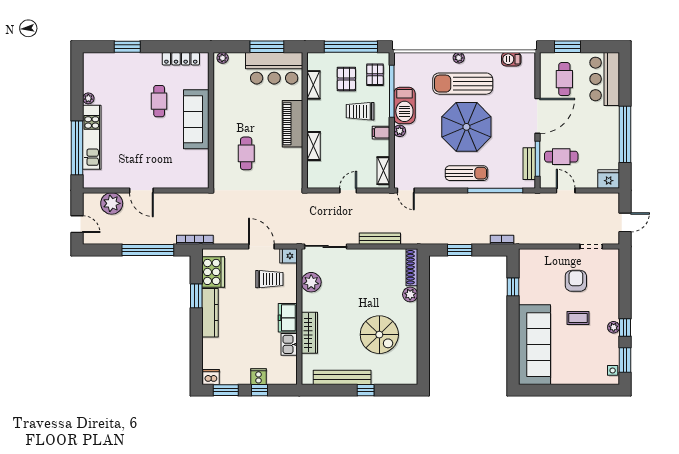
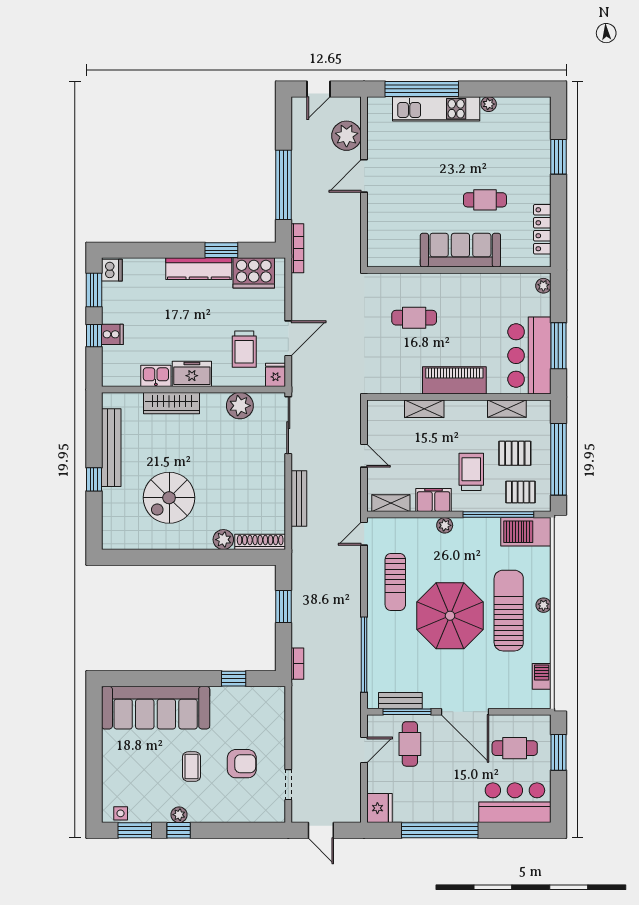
barbecue: (404, 105) -> (526, 532), moved
filing cabinet: (381, 133) -> (433, 500), width x2.00
sun lounger: (467, 173) -> (395, 582), moved

